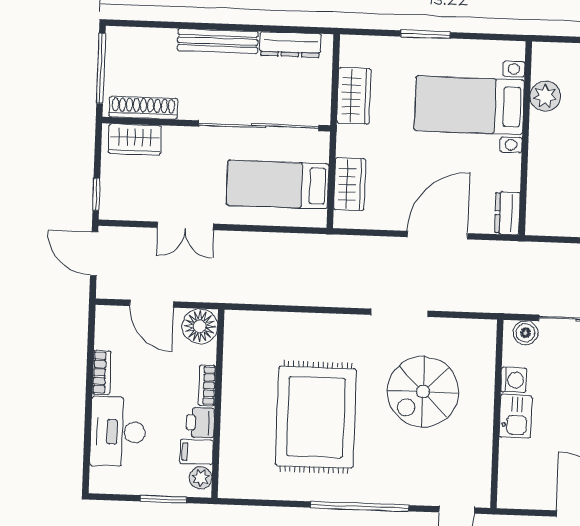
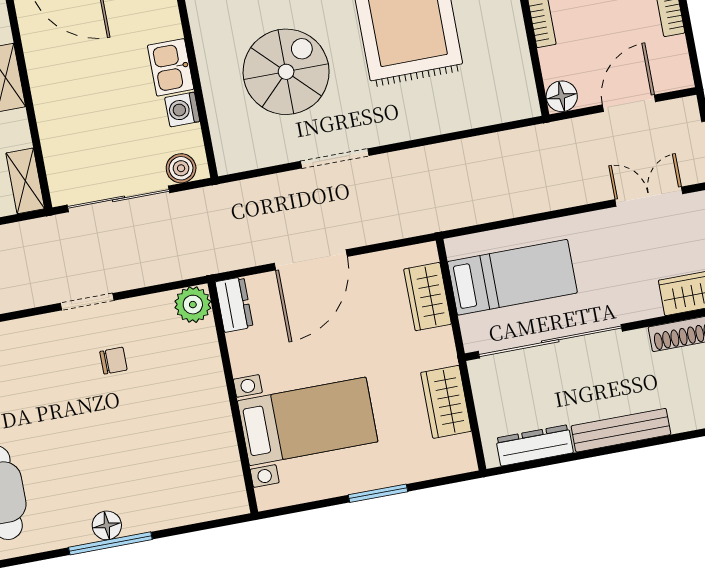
plant: (545, 96) -> (193, 305), moved
double door: (185, 226) -> (649, 197), moved
door: (152, 304) -> (629, 103), hinge flipped
floor lamp: (200, 326) -> (562, 96), width x0.73, depth x0.73

